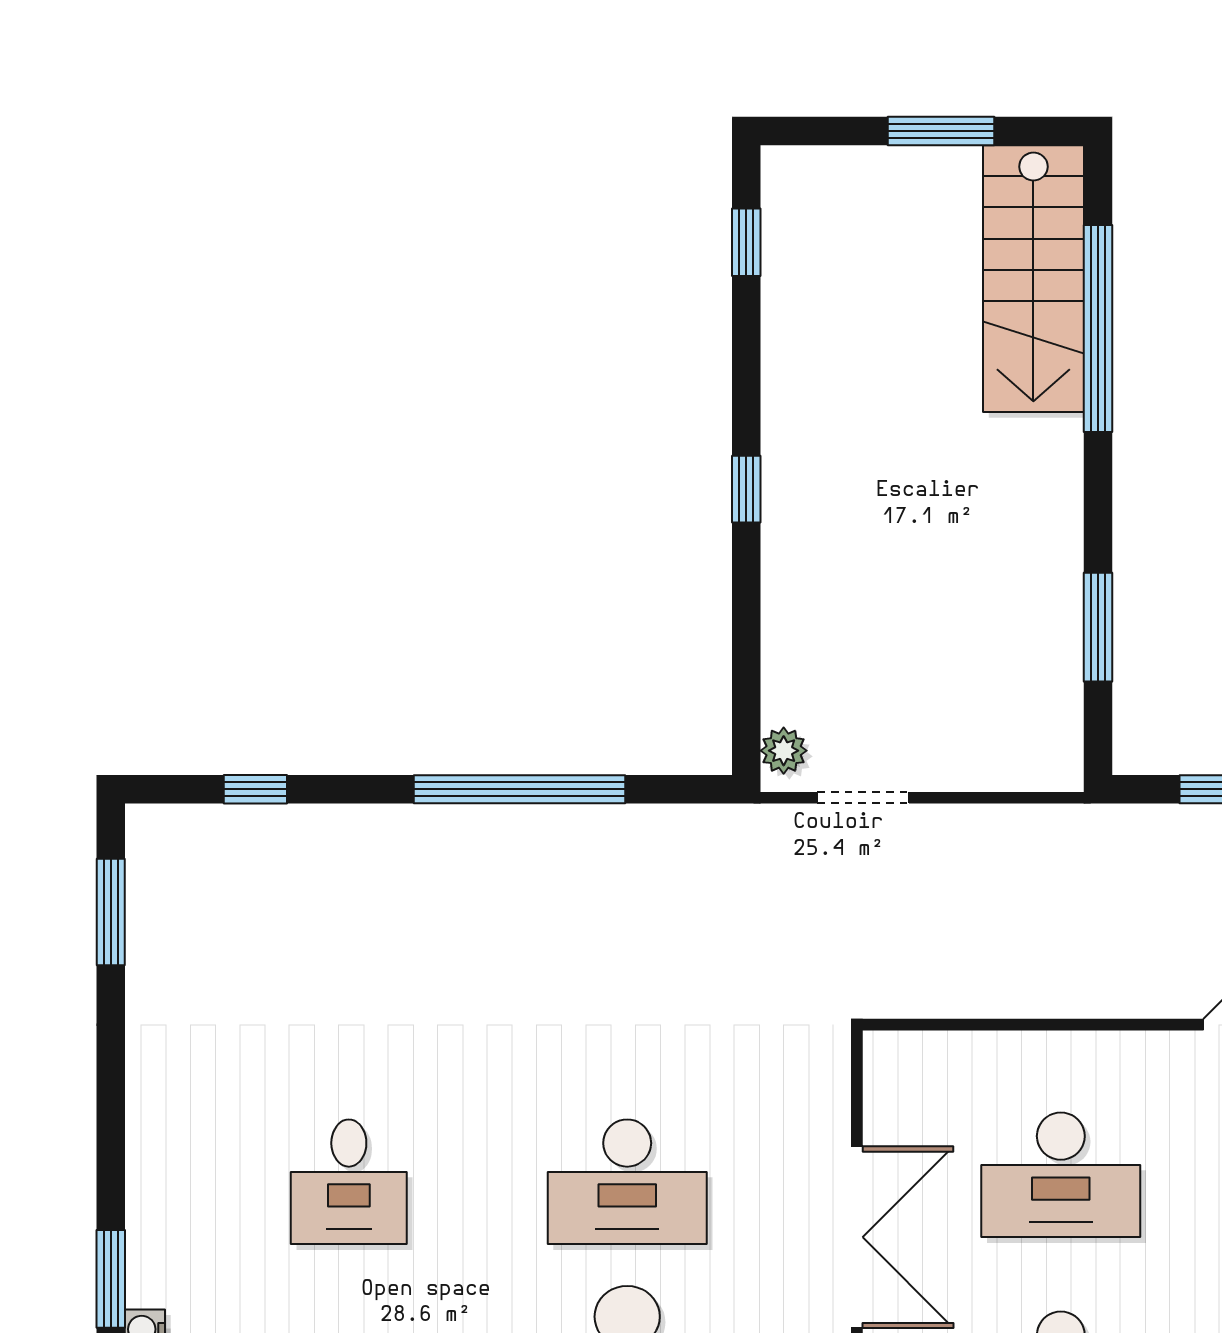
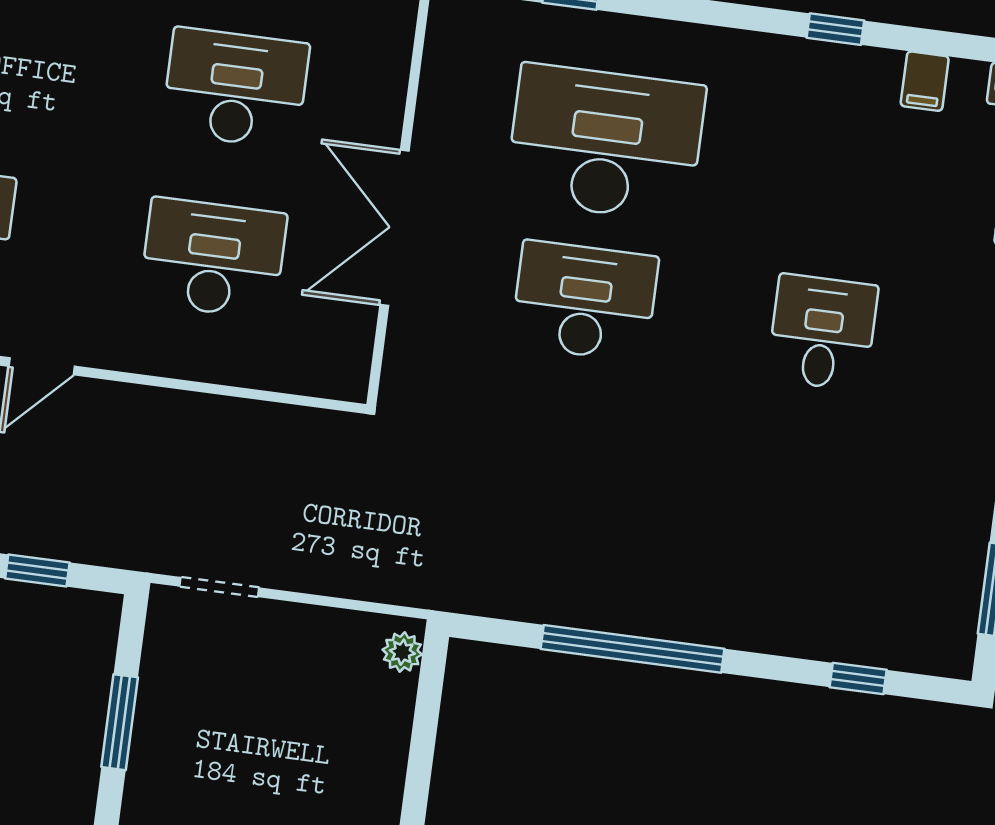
doorway: (863, 798) -> (219, 587), moved

